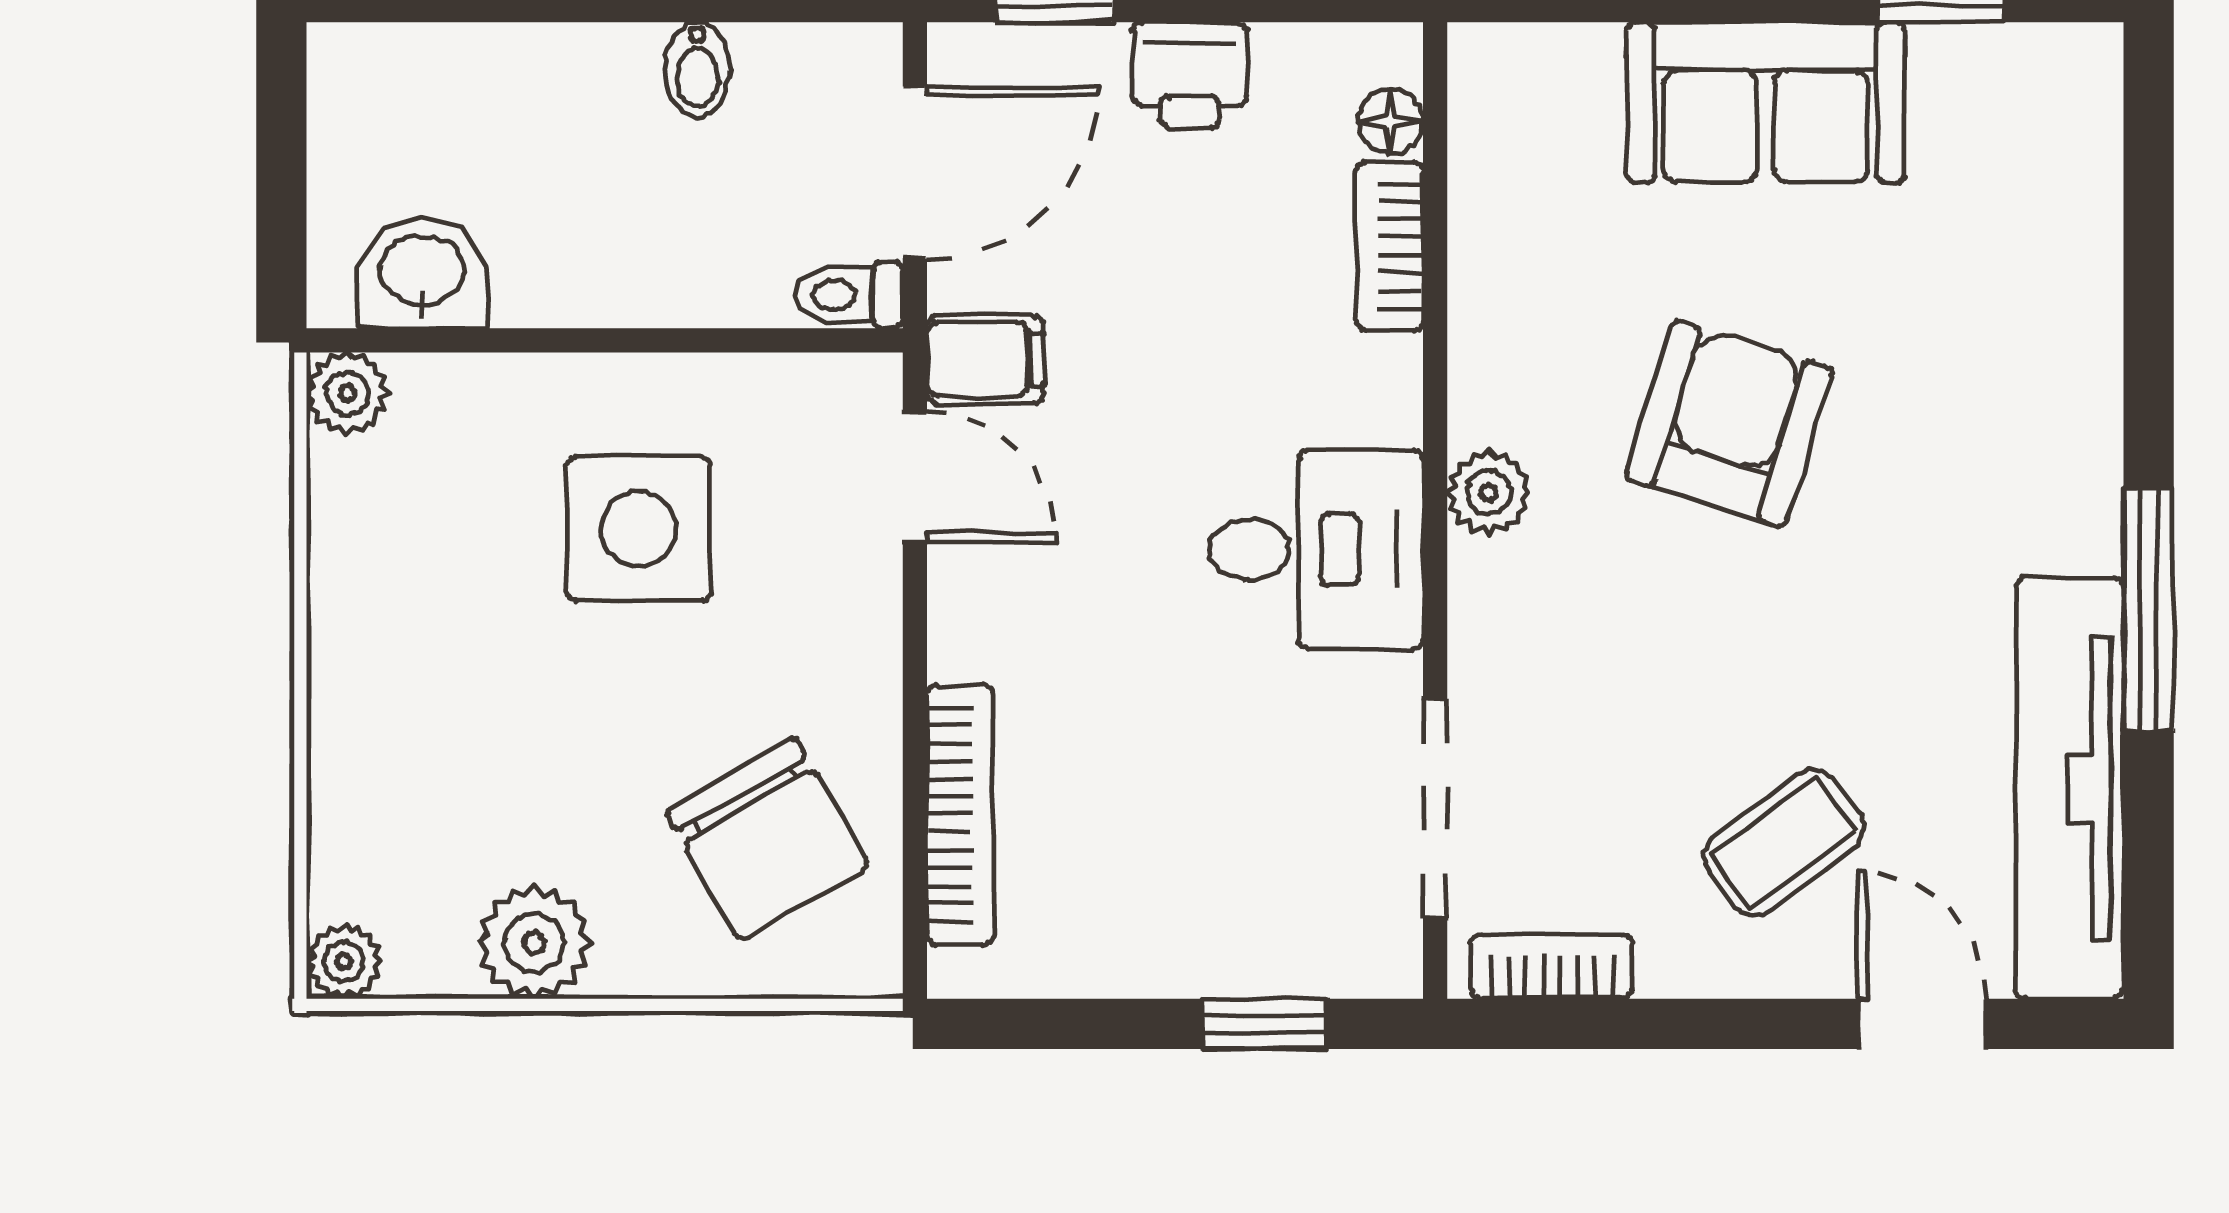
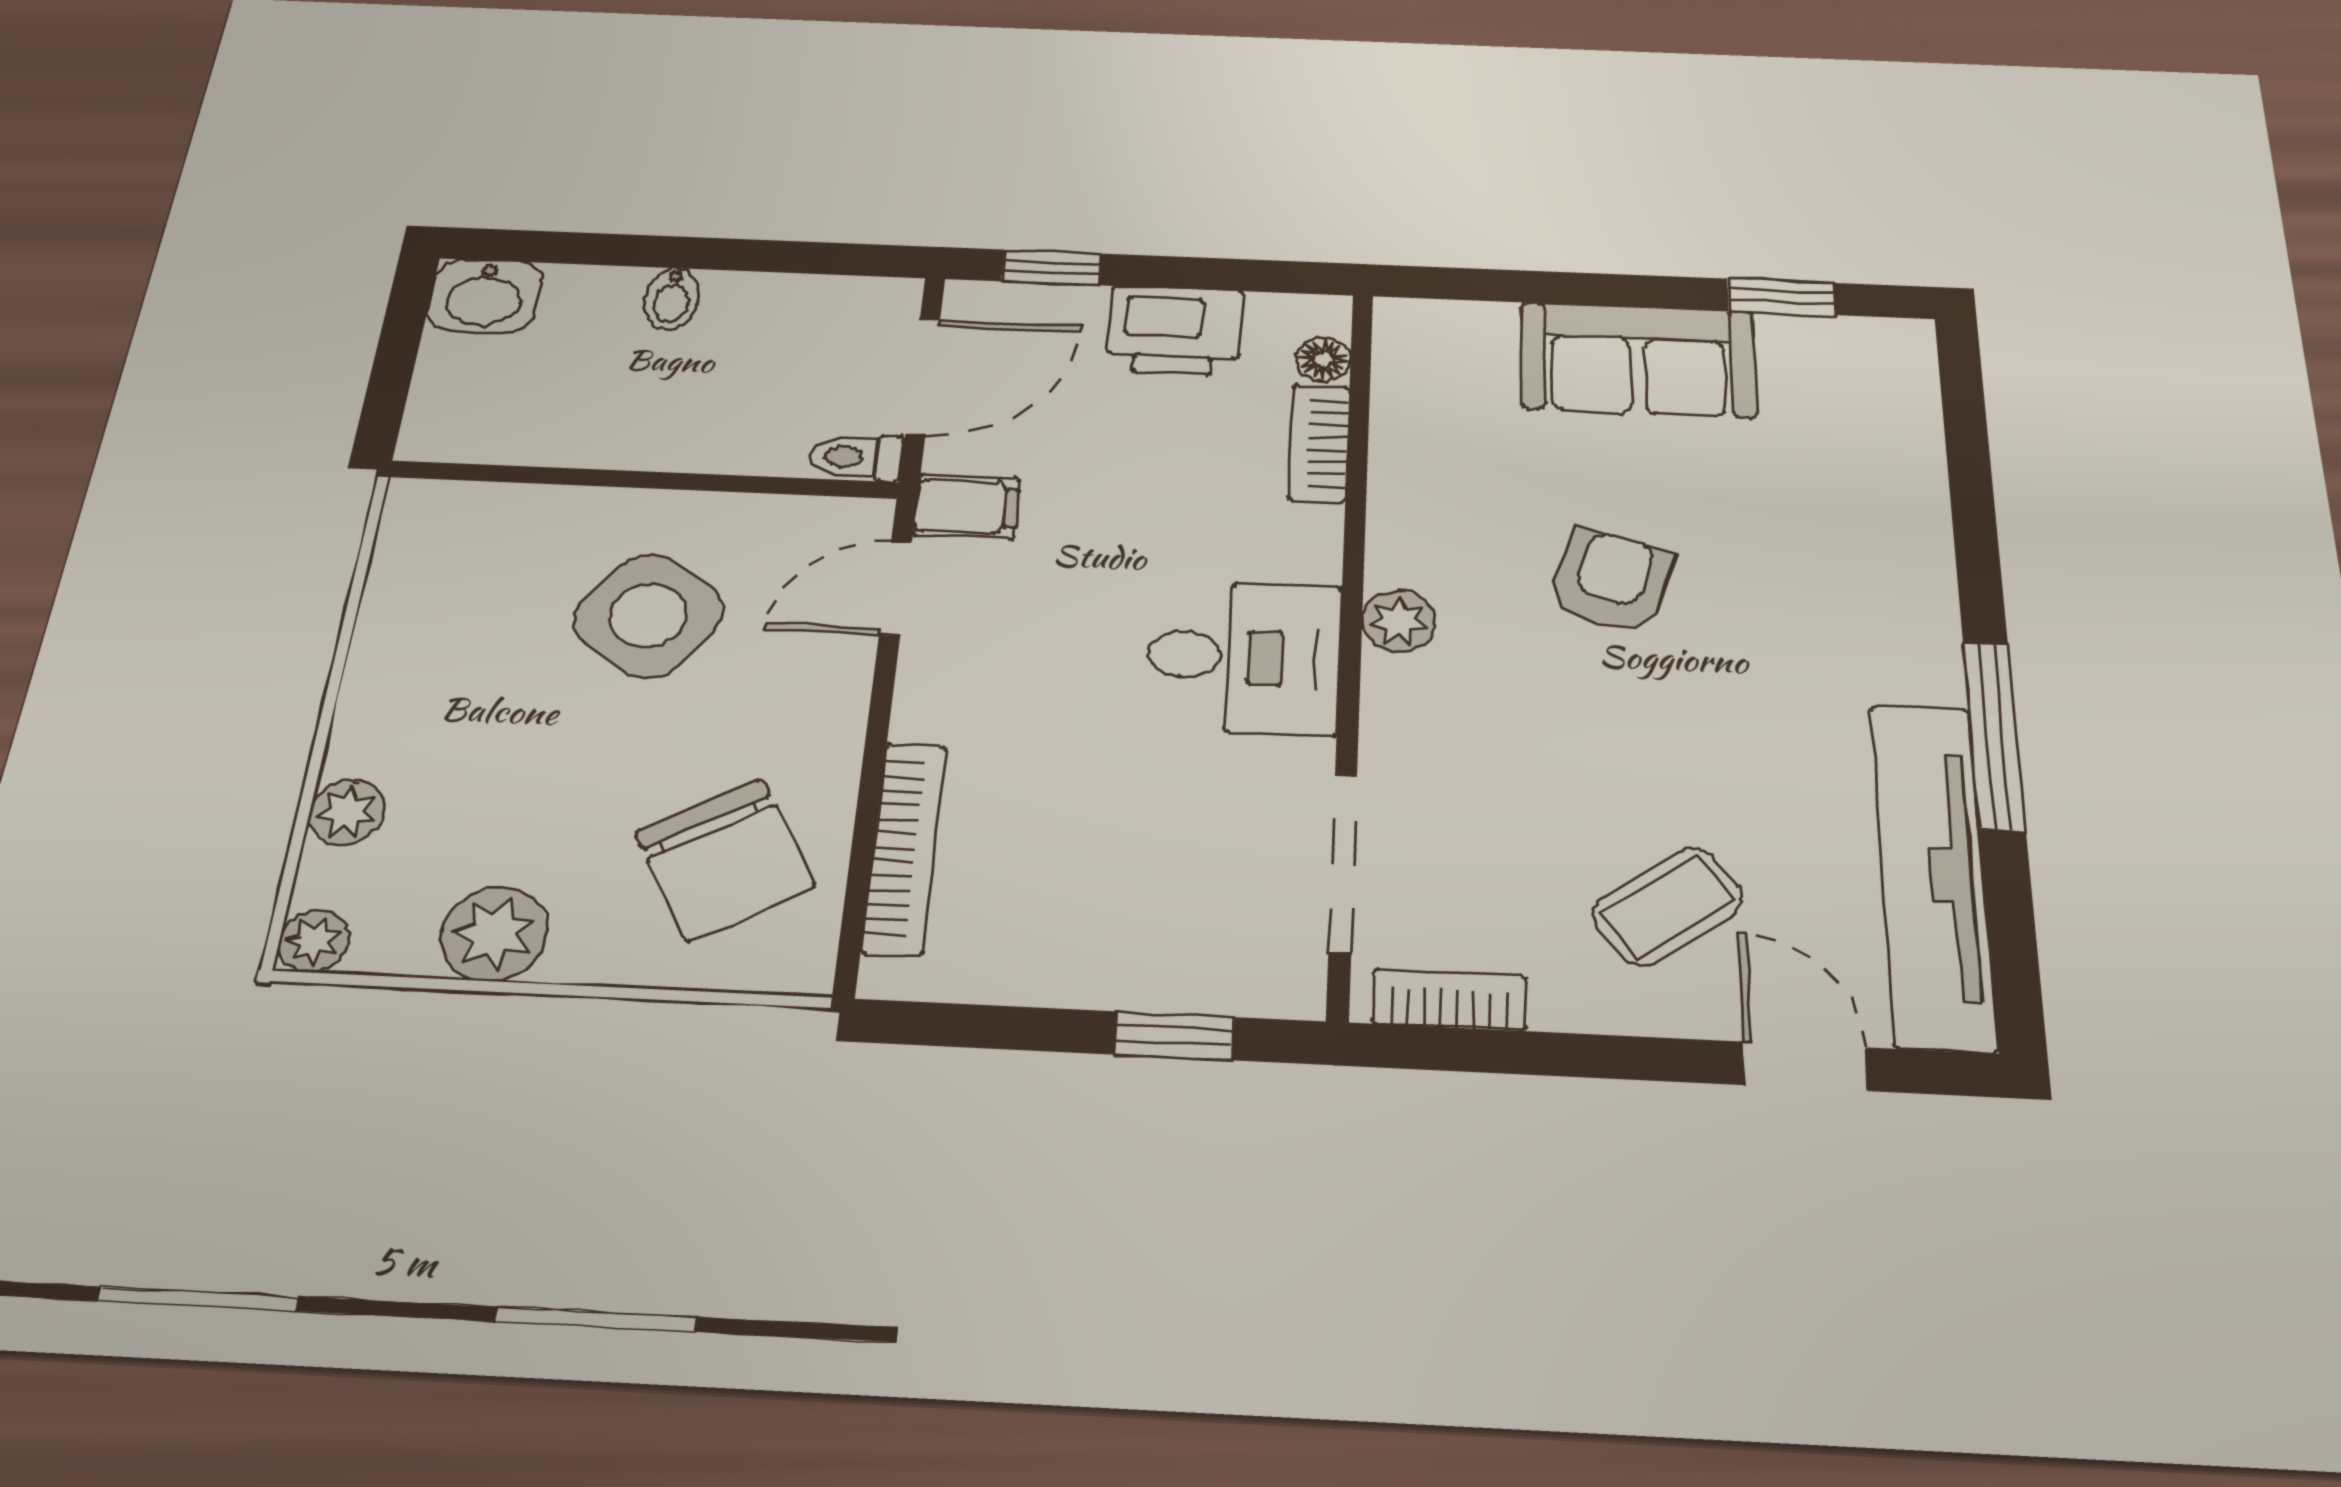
bidet: (697, 70) -> (672, 299), moved
printer: (1190, 74) -> (1175, 330), width x1.36, depth x1.24
washbasin: (422, 273) -> (485, 296), moved, turned 180
plant: (347, 393) -> (347, 812), moved
armchair: (1729, 423) -> (1611, 580), width x0.72, depth x0.72
door: (915, 477) -> (896, 588), swing flipped
side table: (639, 529) -> (649, 615), turned 35

